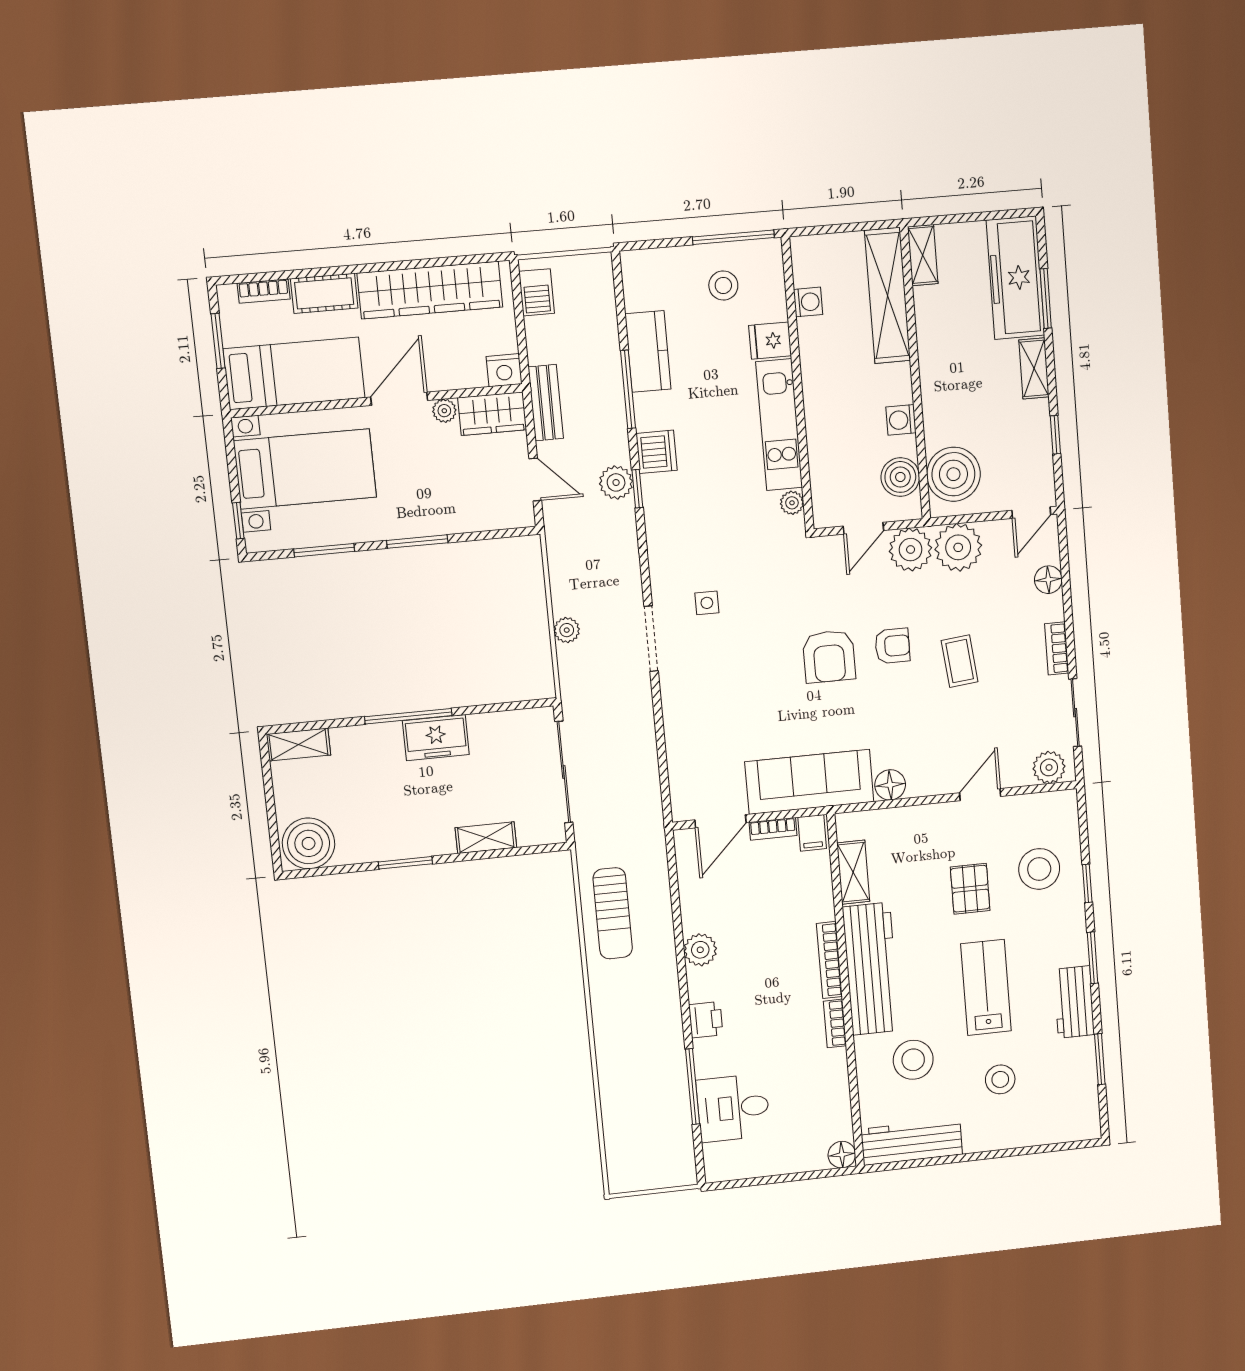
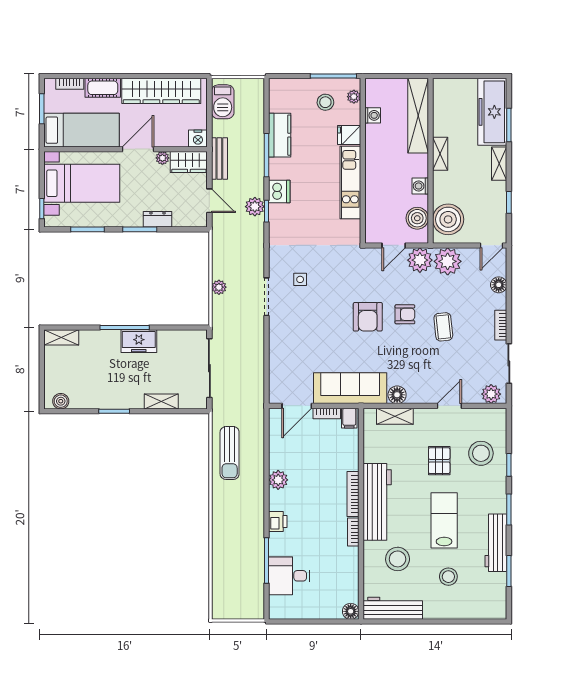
shelving: (923, 255) -> (440, 154), moved
barbecue: (537, 292) -> (223, 102), width x1.38, depth x1.27
plant: (792, 503) -> (354, 97), moved
dresser: (447, 521) -> (157, 219), added
boiler: (309, 843) -> (61, 401), width x0.54, depth x0.54
shelving: (853, 872) -> (395, 416), moved, turned 90
workbench: (1074, 1002) -> (496, 543), width x1.38

